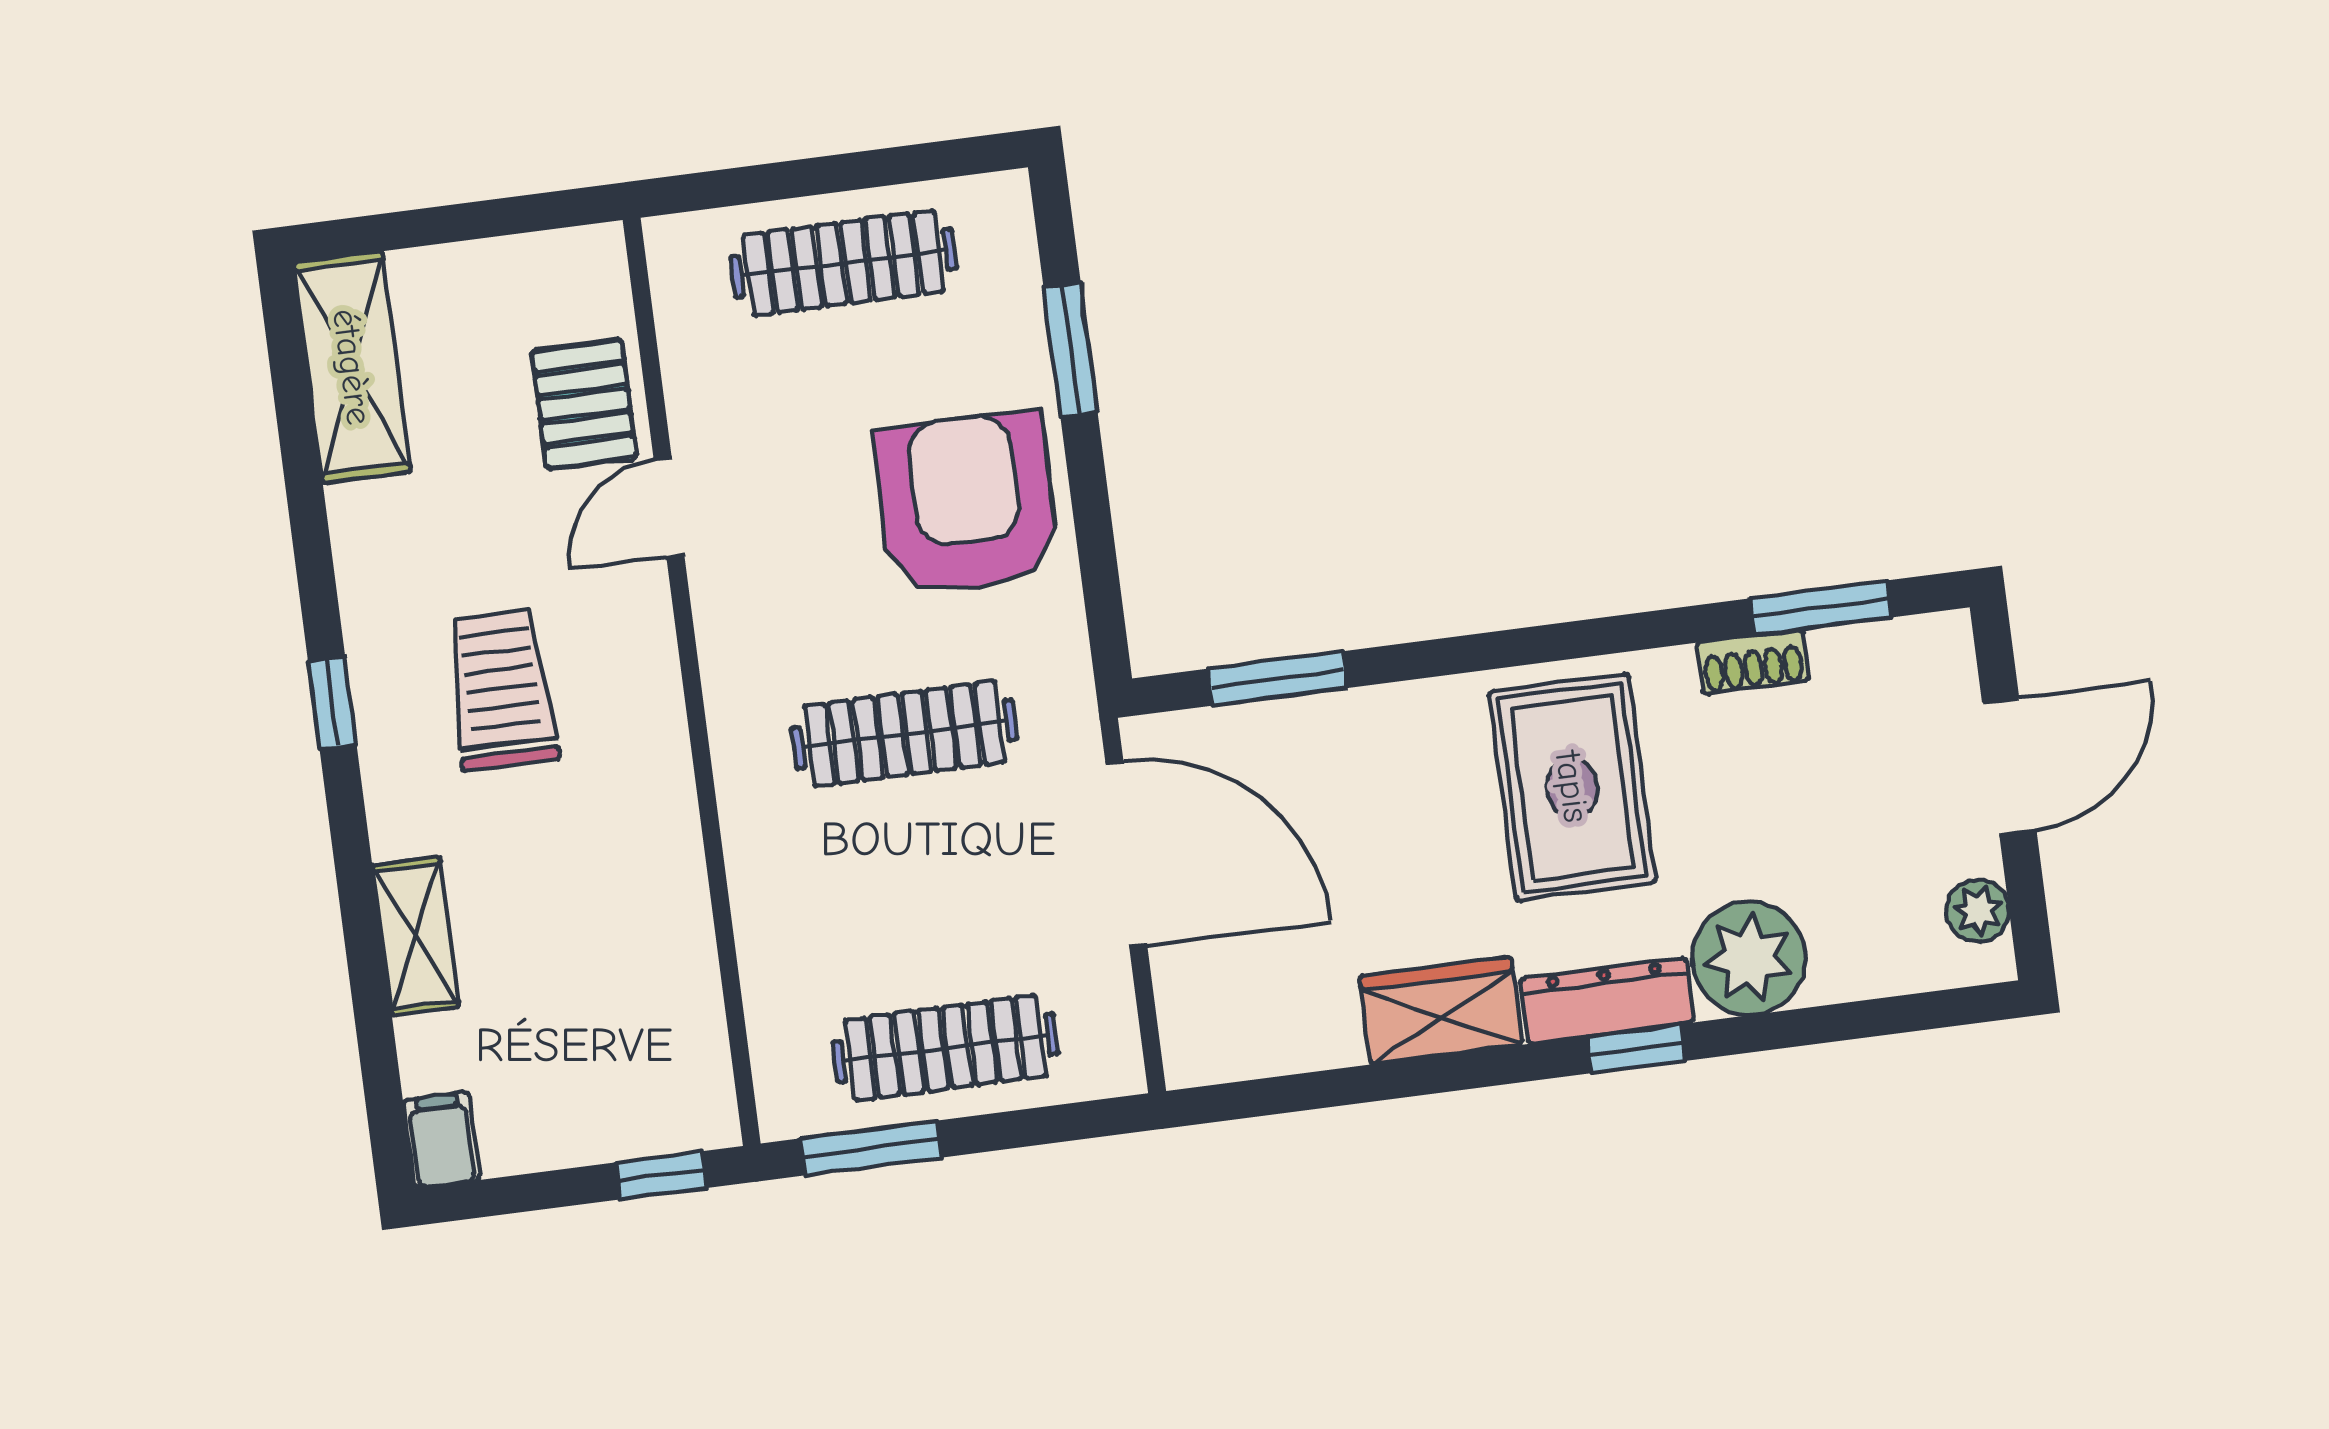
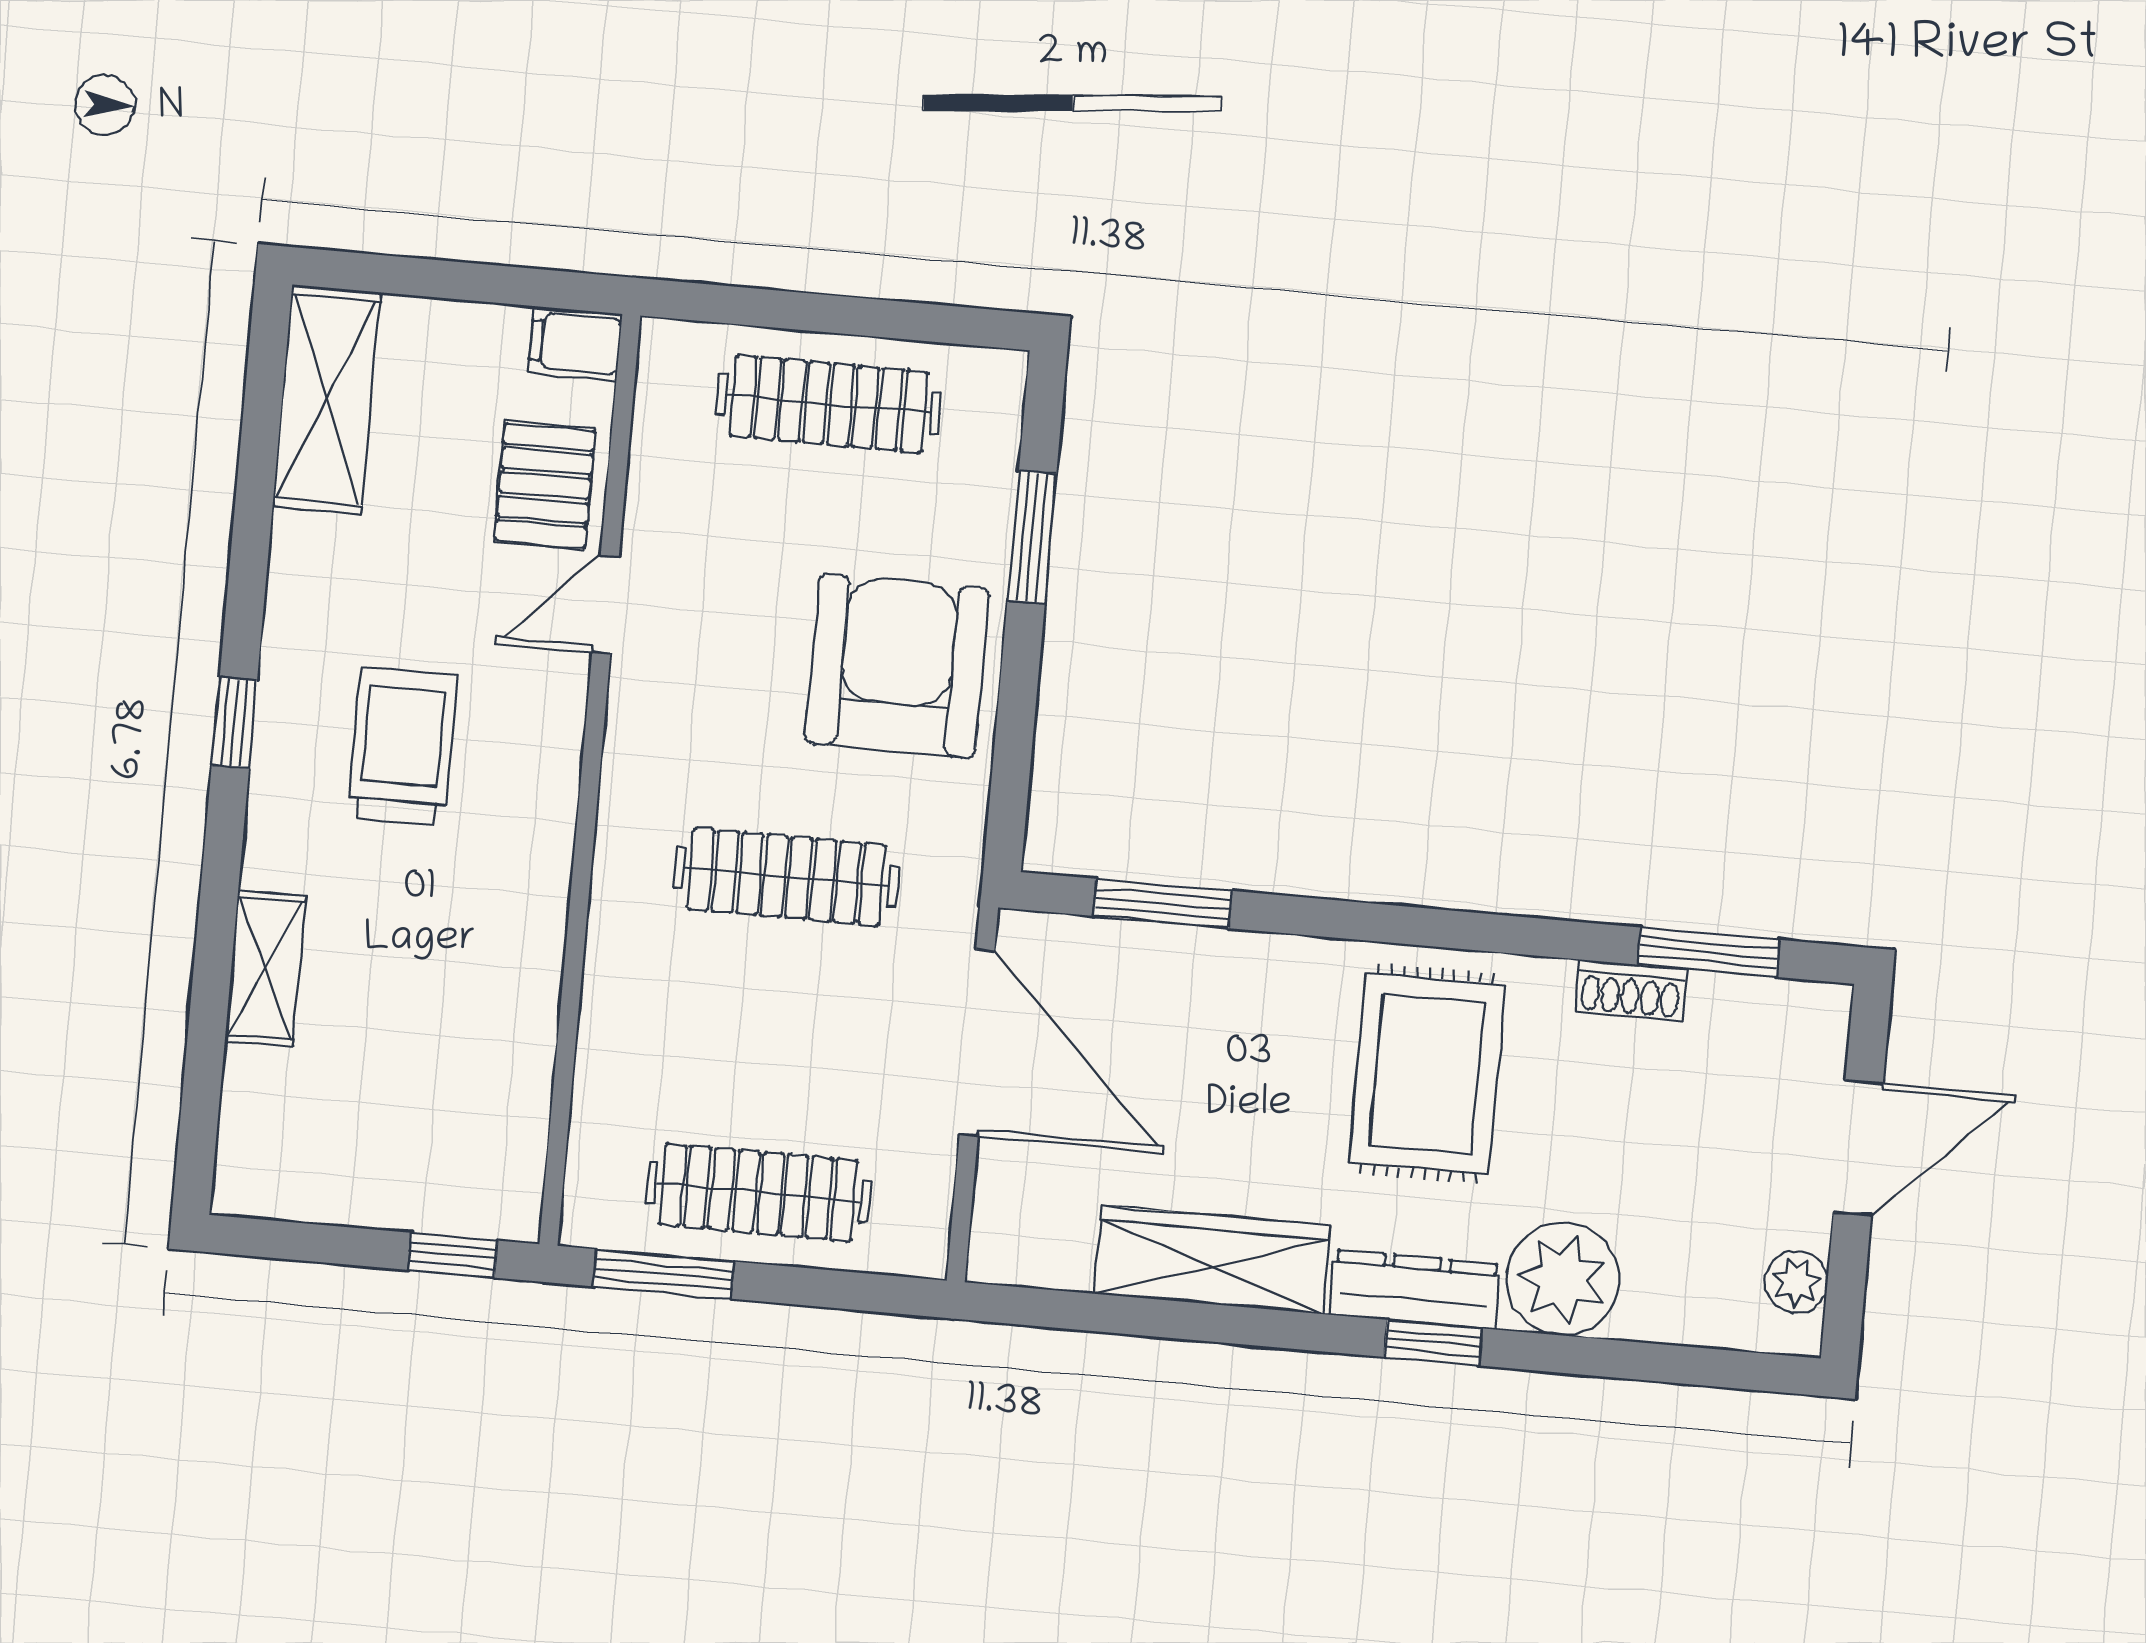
wardrobe: (1441, 1010) -> (1212, 1260), width x1.50
filing cabinet: (441, 1140) -> (575, 343), moved, turned -90

